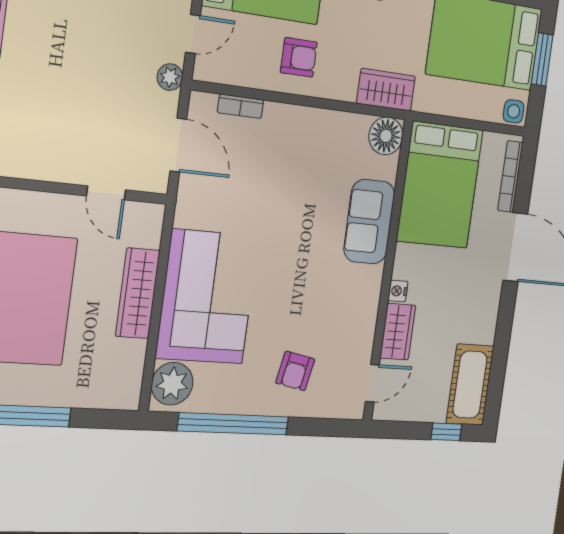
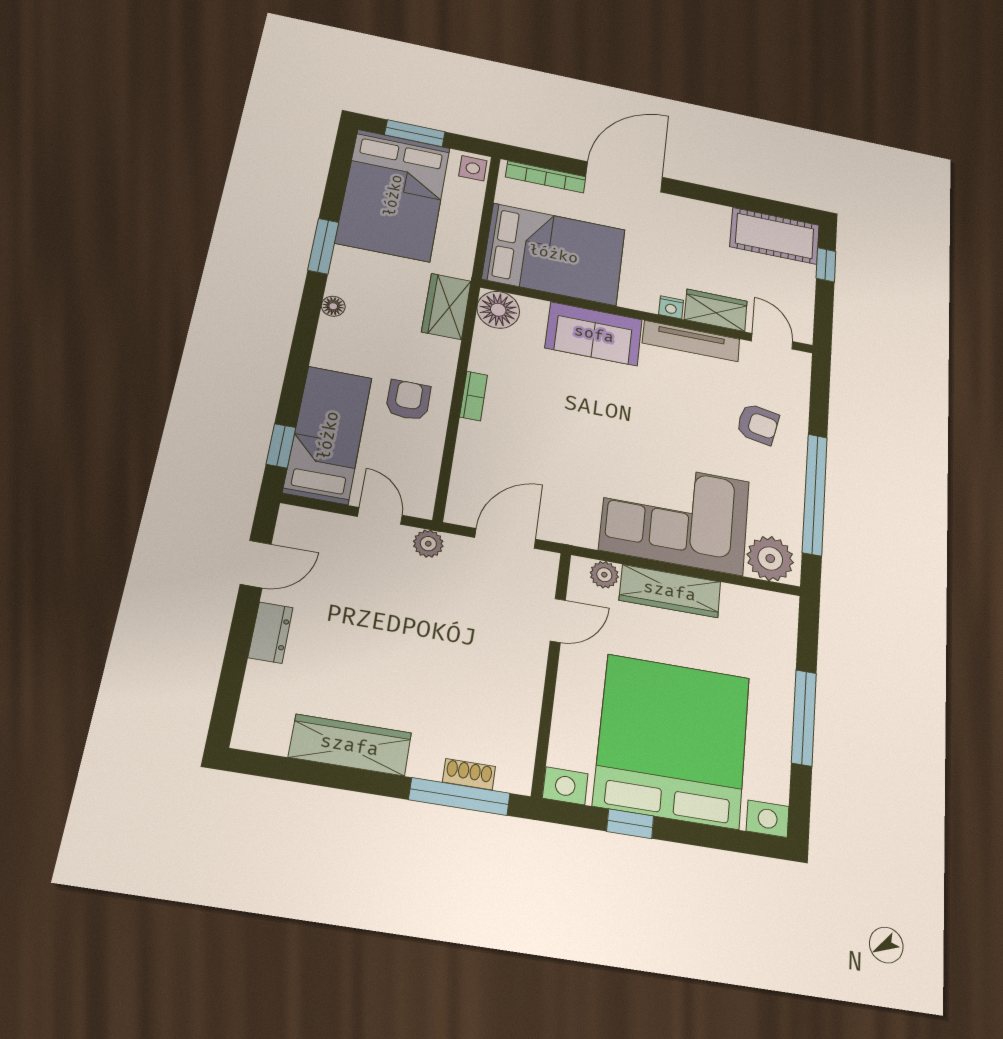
bookcase: (240, 106) -> (474, 396), moved
plant: (150, 234) -> (604, 575), added
tv unit: (368, 310) -> (691, 341), added

